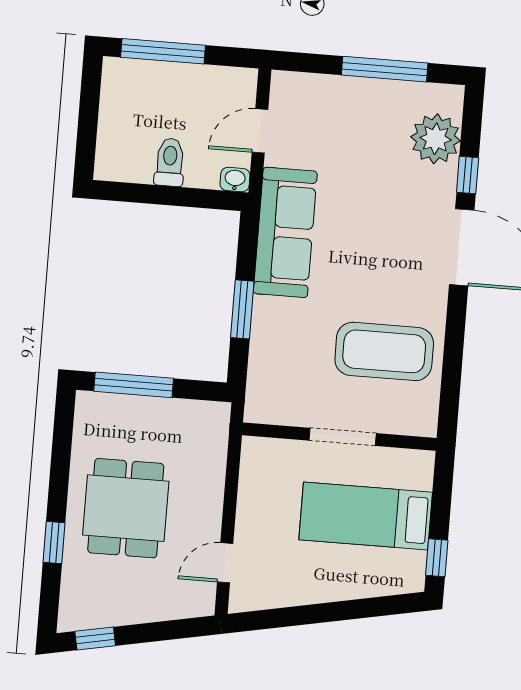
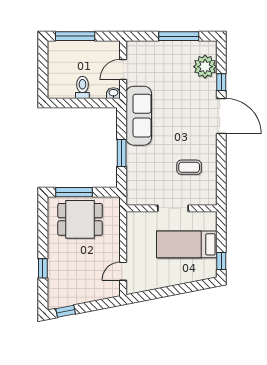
coffee table: (384, 351) -> (189, 167), width x0.54, depth x0.58
dining table: (126, 508) -> (80, 219), moved, turned 90

